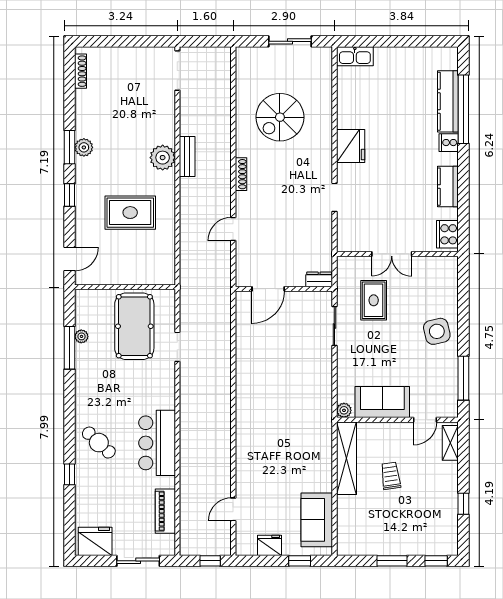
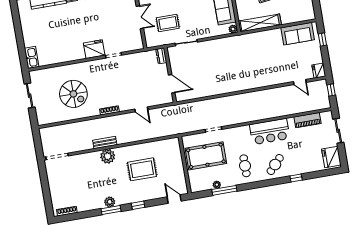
fridge: (351, 146) -> (94, 49), moved
rug: (130, 213) -> (142, 169), turned 90
cafe table: (106, 390) -> (245, 166), added
fridge: (269, 545) -> (319, 71), moved

